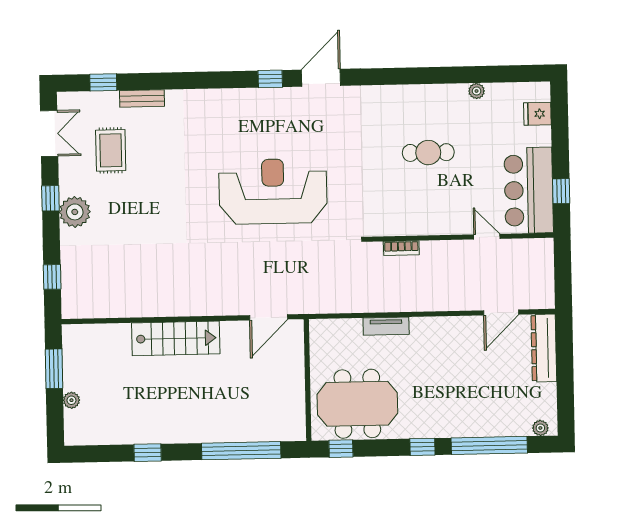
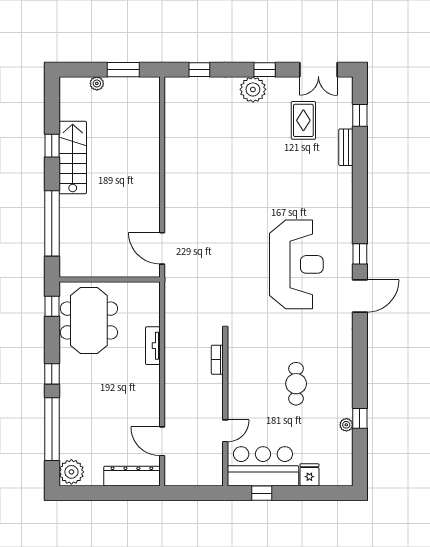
window: (468, 75) -> (360, 418), added
door: (321, 78) -> (360, 296), hinge flipped
fridge: (537, 114) -> (309, 475), moved
rug: (111, 150) -> (303, 120), turned 90
reception desk: (273, 191) -> (296, 264), moved
stairs: (176, 338) -> (73, 157), moved, turned 180
plant: (540, 428) -> (71, 472), width x1.87, depth x1.87

